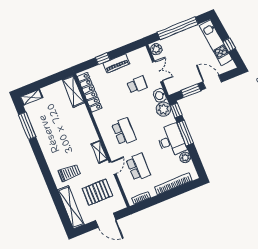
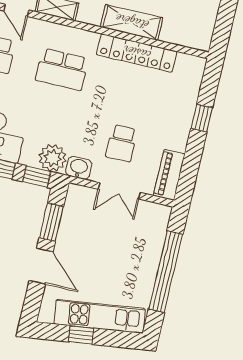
plant: (156, 49) -> (156, 214), removed
piano: (116, 63) -> (169, 175), moved
door: (212, 82) -> (41, 266), hinge flipped
shelving: (73, 91) -> (132, 22), moved
locker: (90, 92) -> (137, 53), moved

